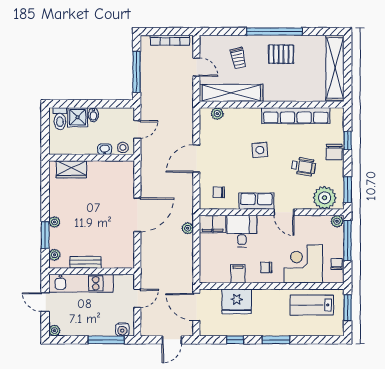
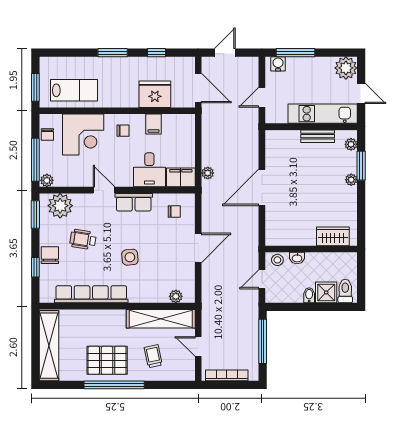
pallet: (281, 54) -> (107, 360), width x1.50, depth x1.42
plant: (54, 331) -> (346, 68), width x1.88, depth x1.88

